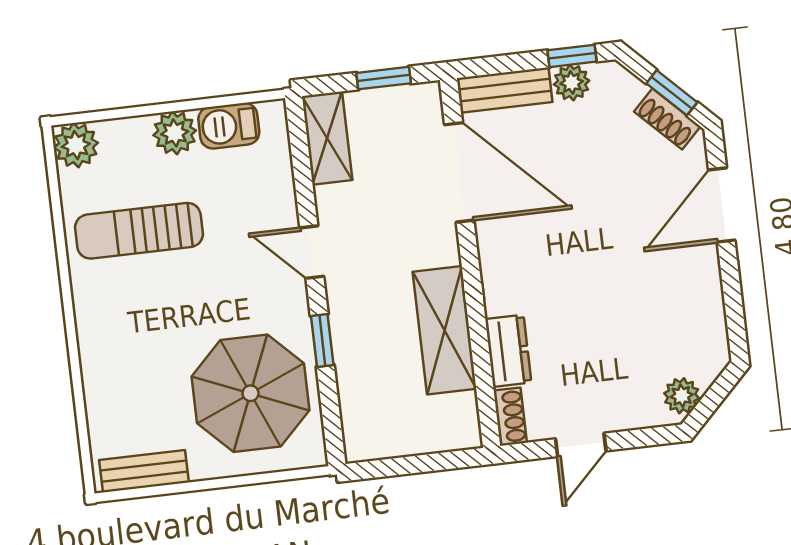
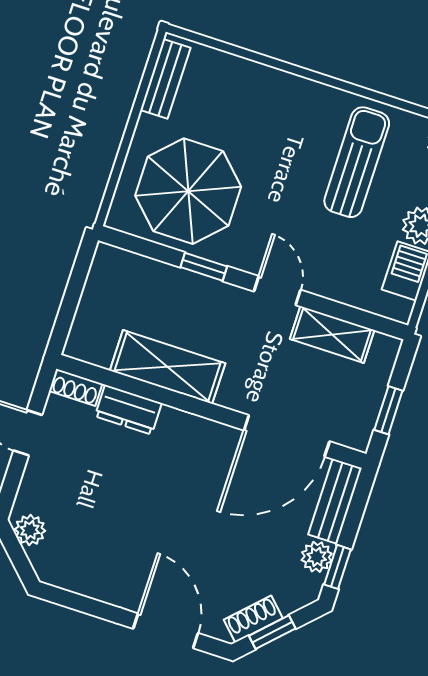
shelving: (327, 138) -> (332, 334), moved
door: (312, 252) -> (277, 291), hinge flipped

